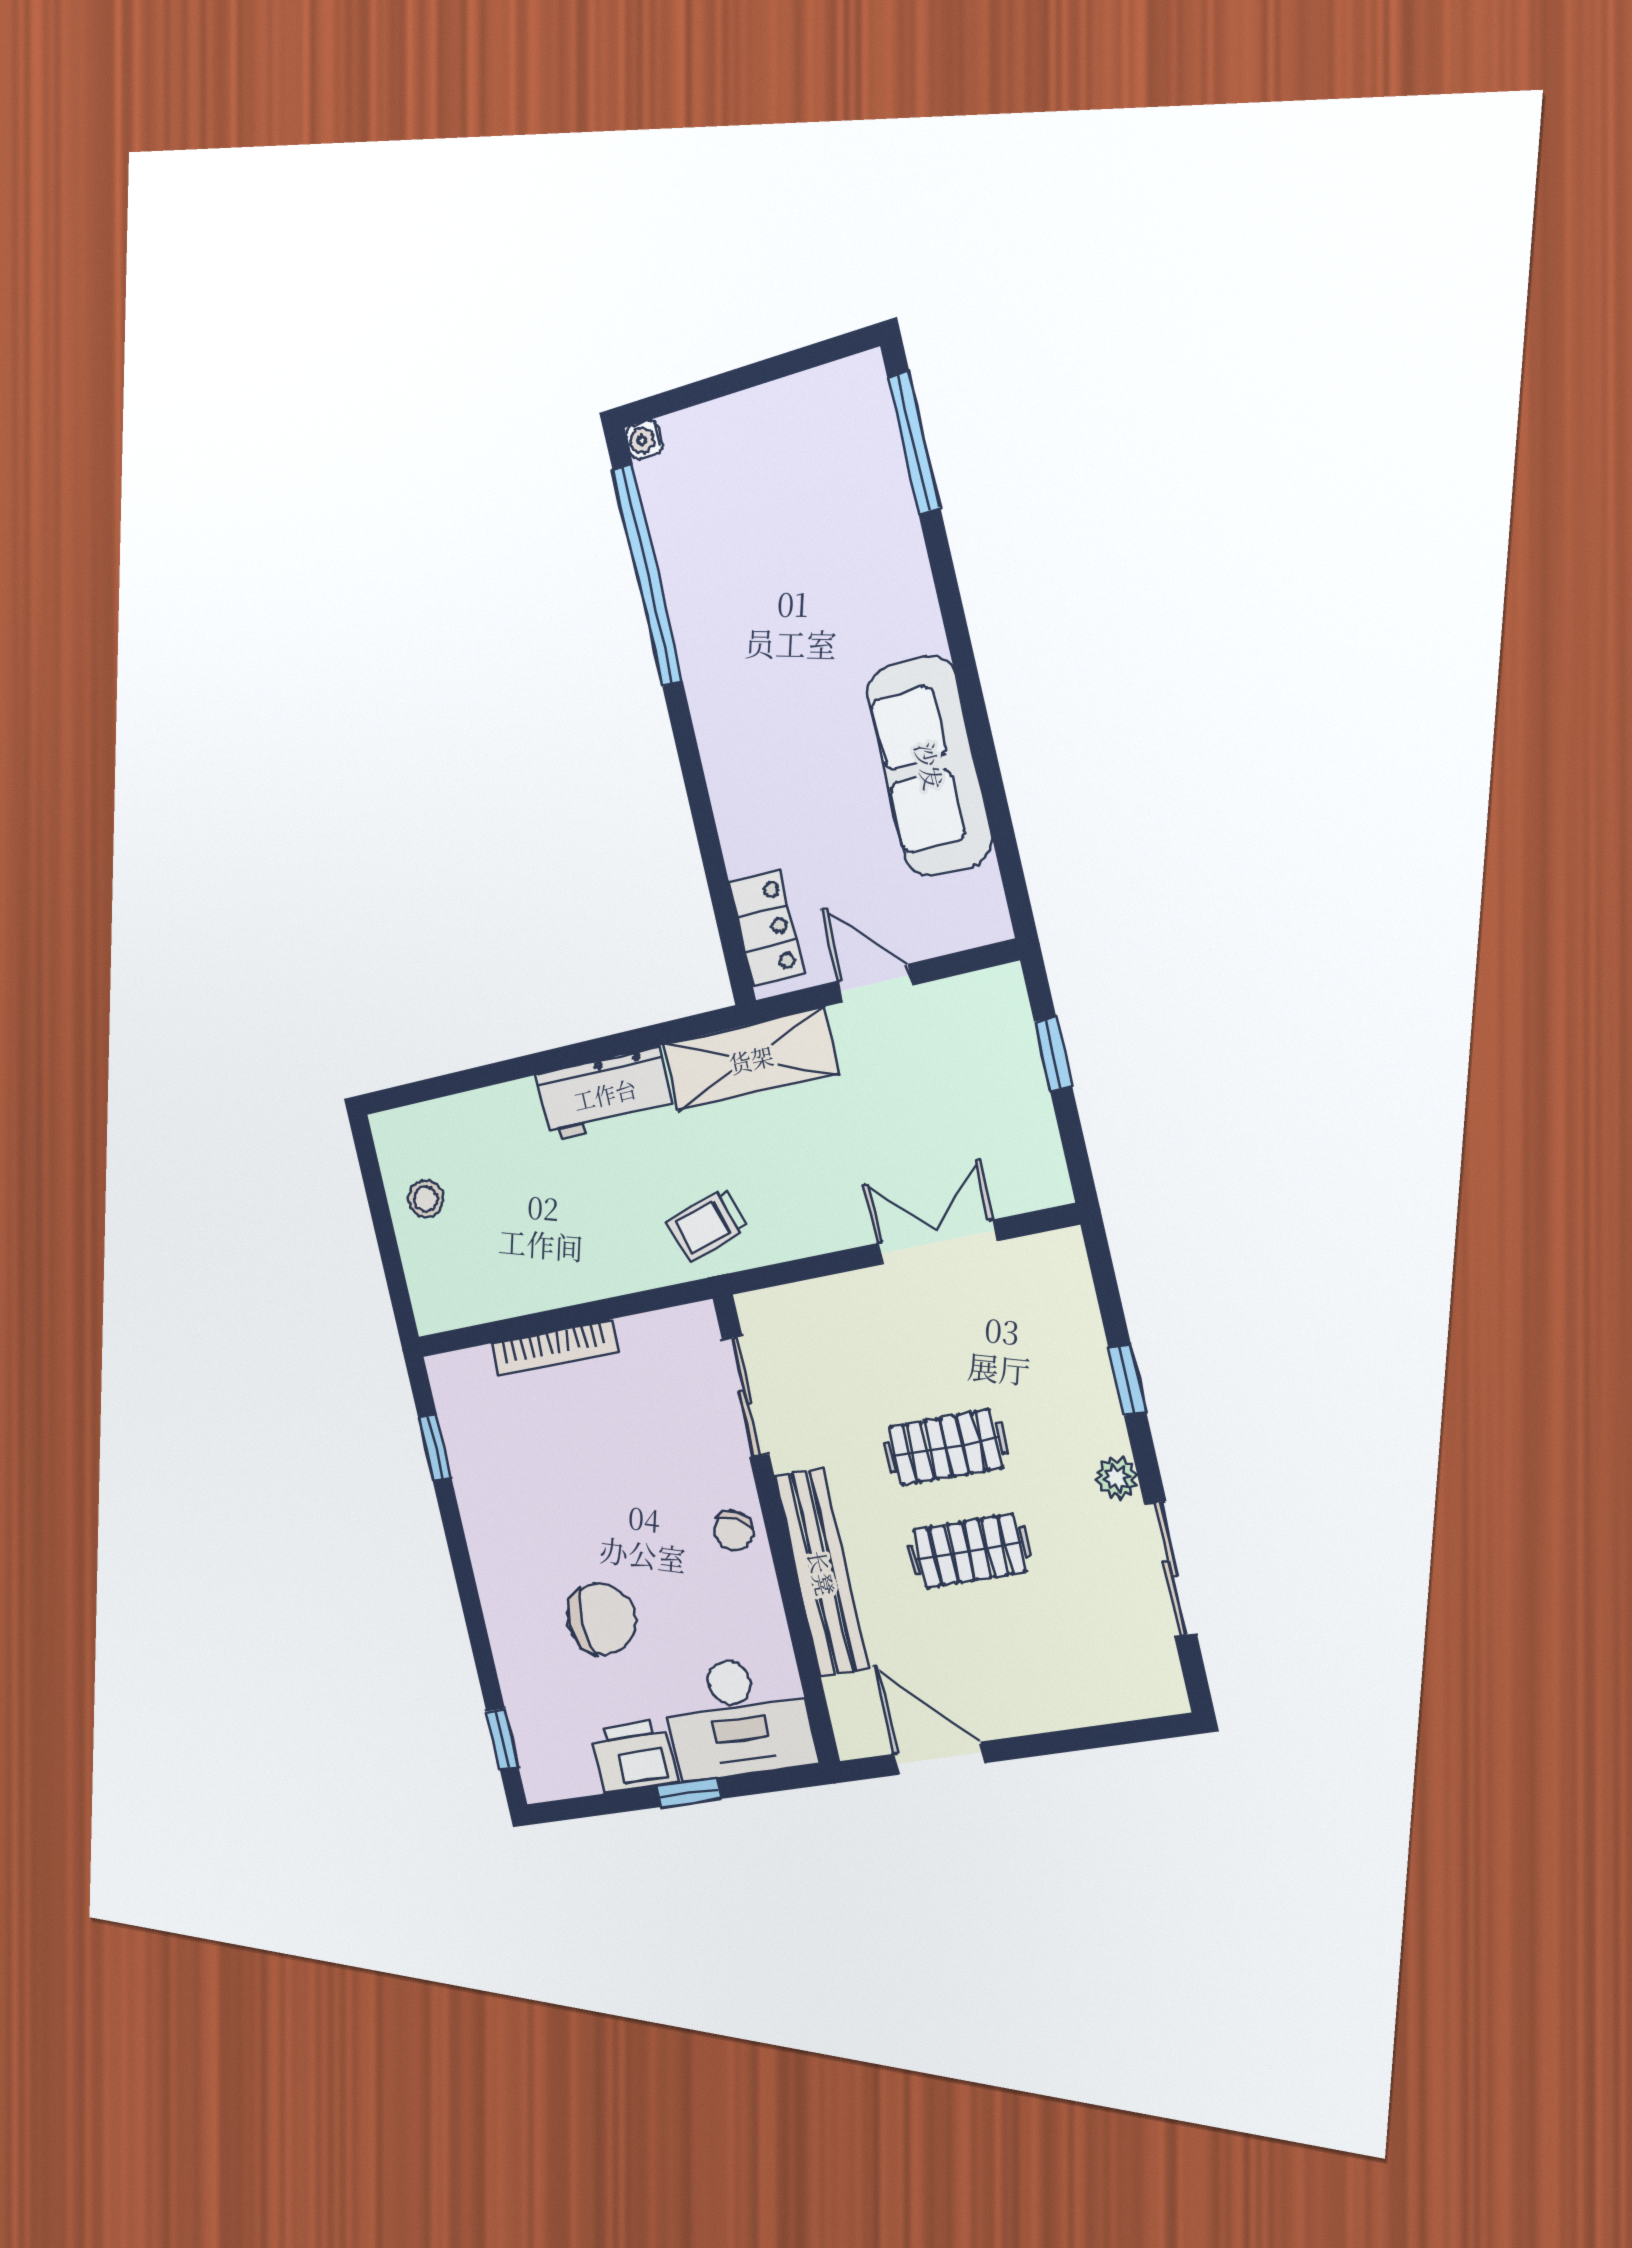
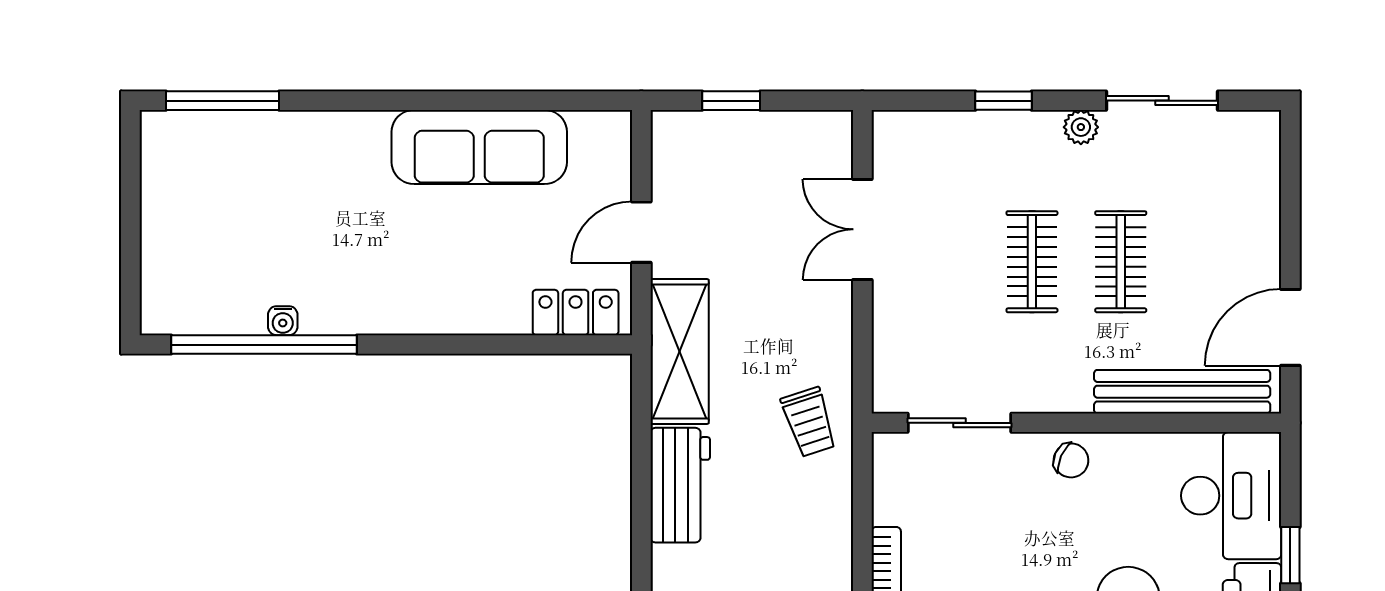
water cooler: (645, 440) -> (283, 321), moved
bench: (822, 1573) -> (1182, 392), moved

